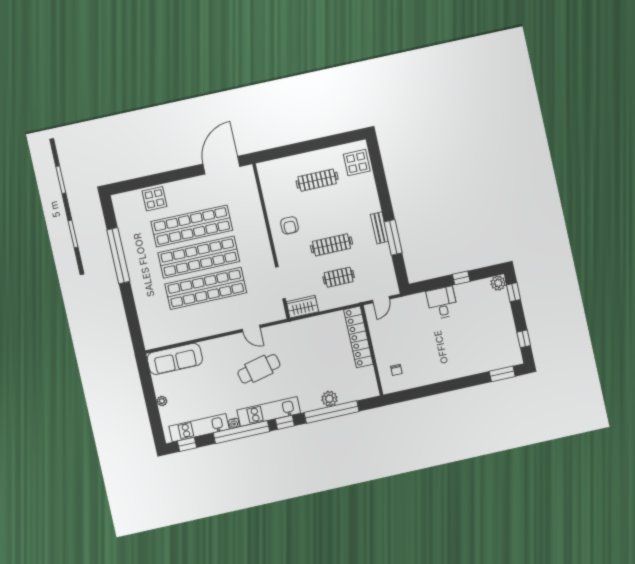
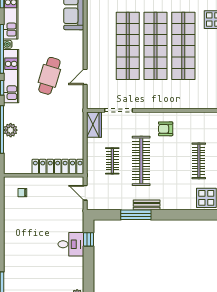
clothes rail: (331, 245) -> (141, 161), width x1.37, depth x1.31
window: (461, 278) -> (89, 239), moved
cafe table: (259, 369) -> (49, 76), turned 30

